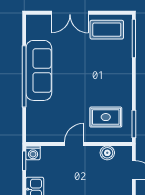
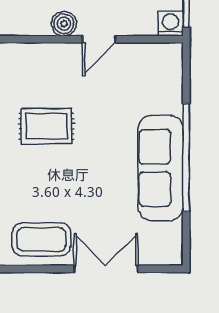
rug: (106, 117) -> (46, 126), moved
boiler: (107, 153) -> (64, 24), moved

